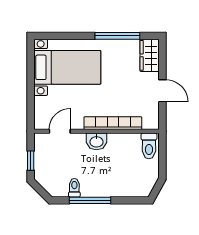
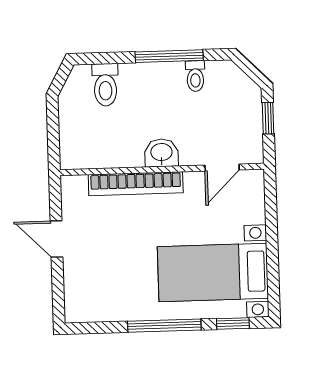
window: (56, 36) -> (233, 323), added
window: (117, 36) -> (164, 326), moved
wardrobe: (150, 55) -> (79, 296), removed
toilet: (149, 146) -> (105, 85), moved, turned 180

